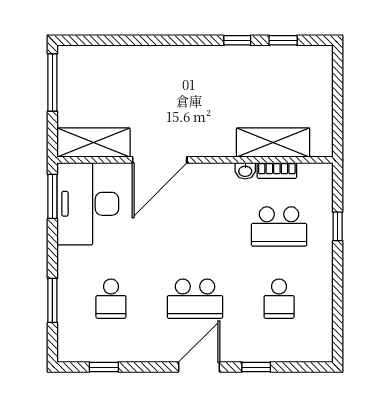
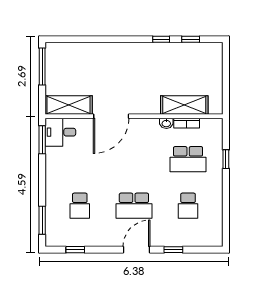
desk: (88, 204) -> (60, 132), width x0.53, depth x0.77
window: (52, 300) -> (42, 220), moved

